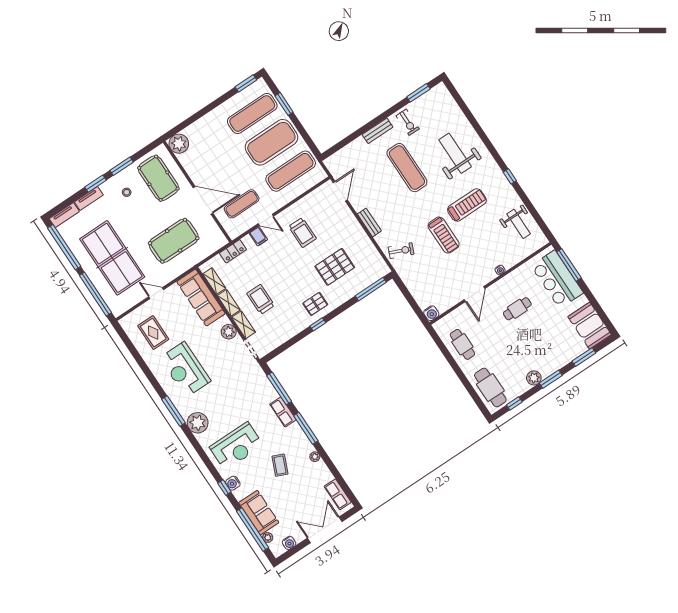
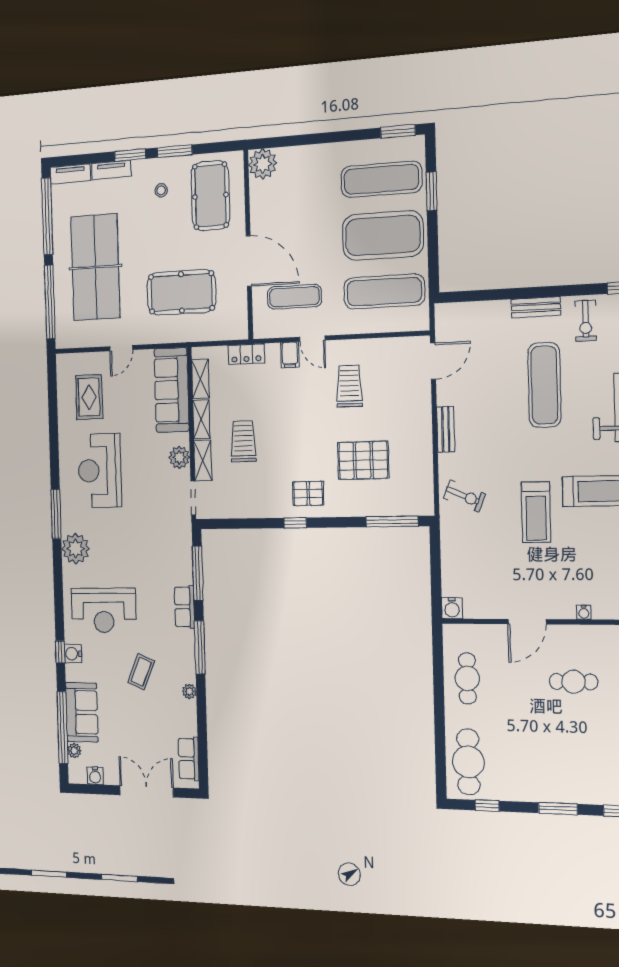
trolley: (302, 232) -> (349, 386), turned 180
door: (156, 293) -> (121, 348), swing flipped
plant: (534, 378) -> (536, 791), removed

